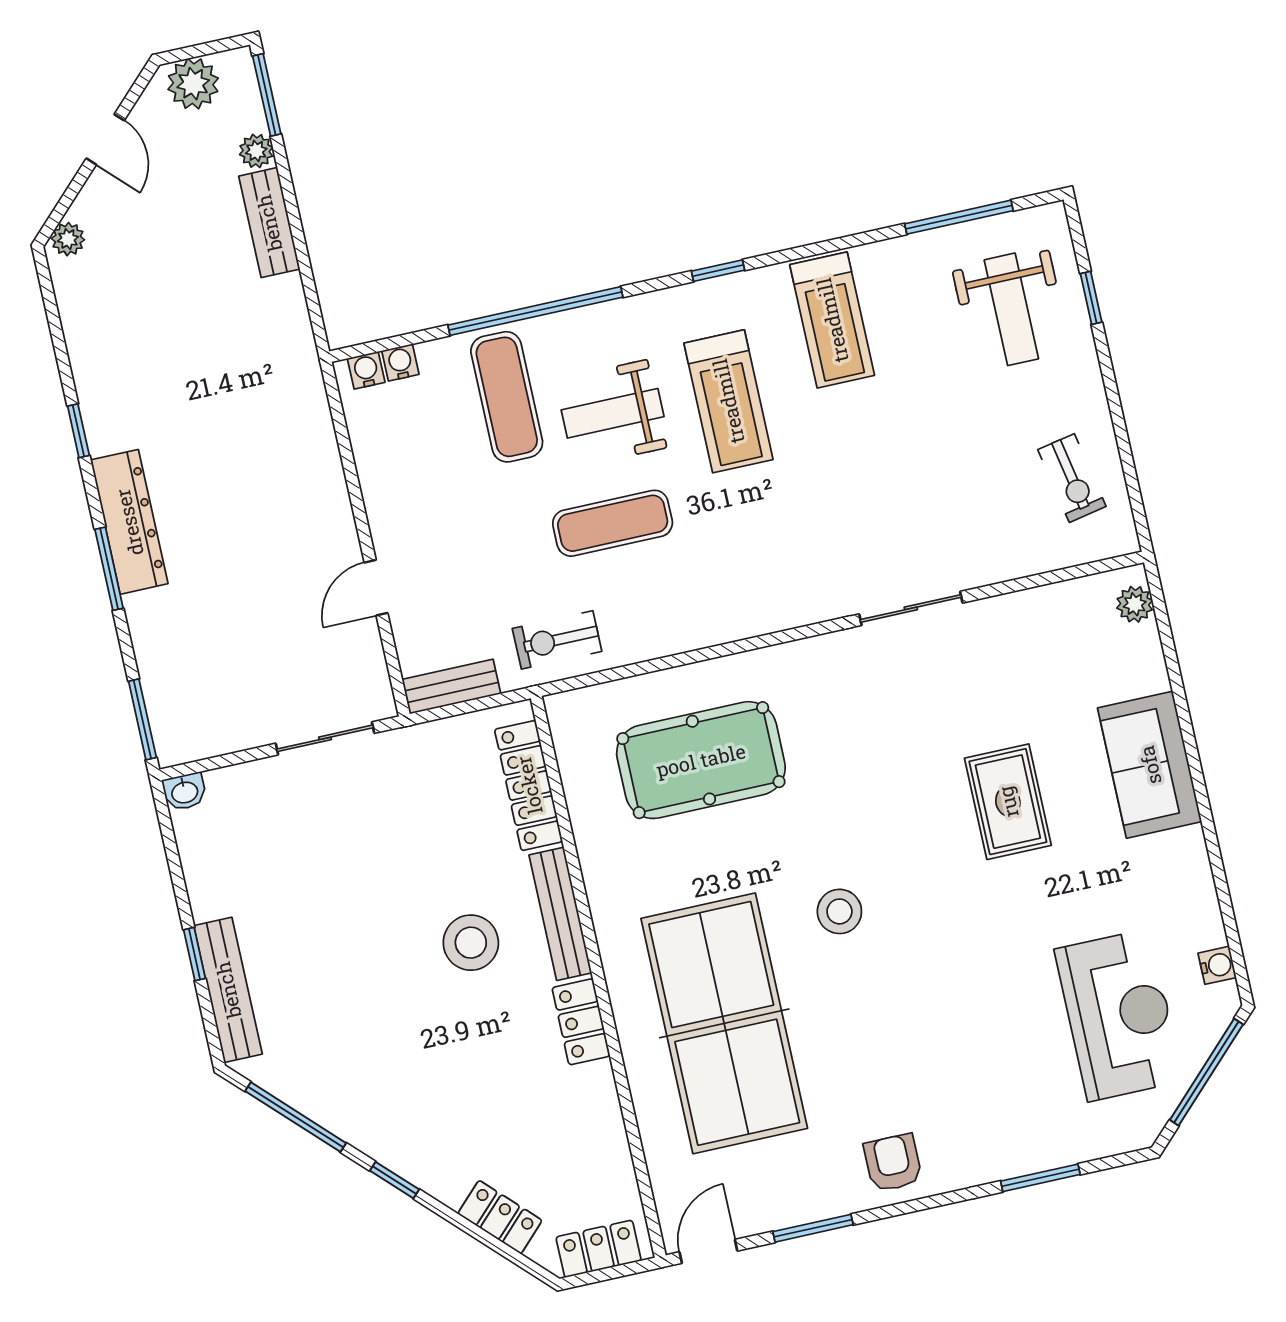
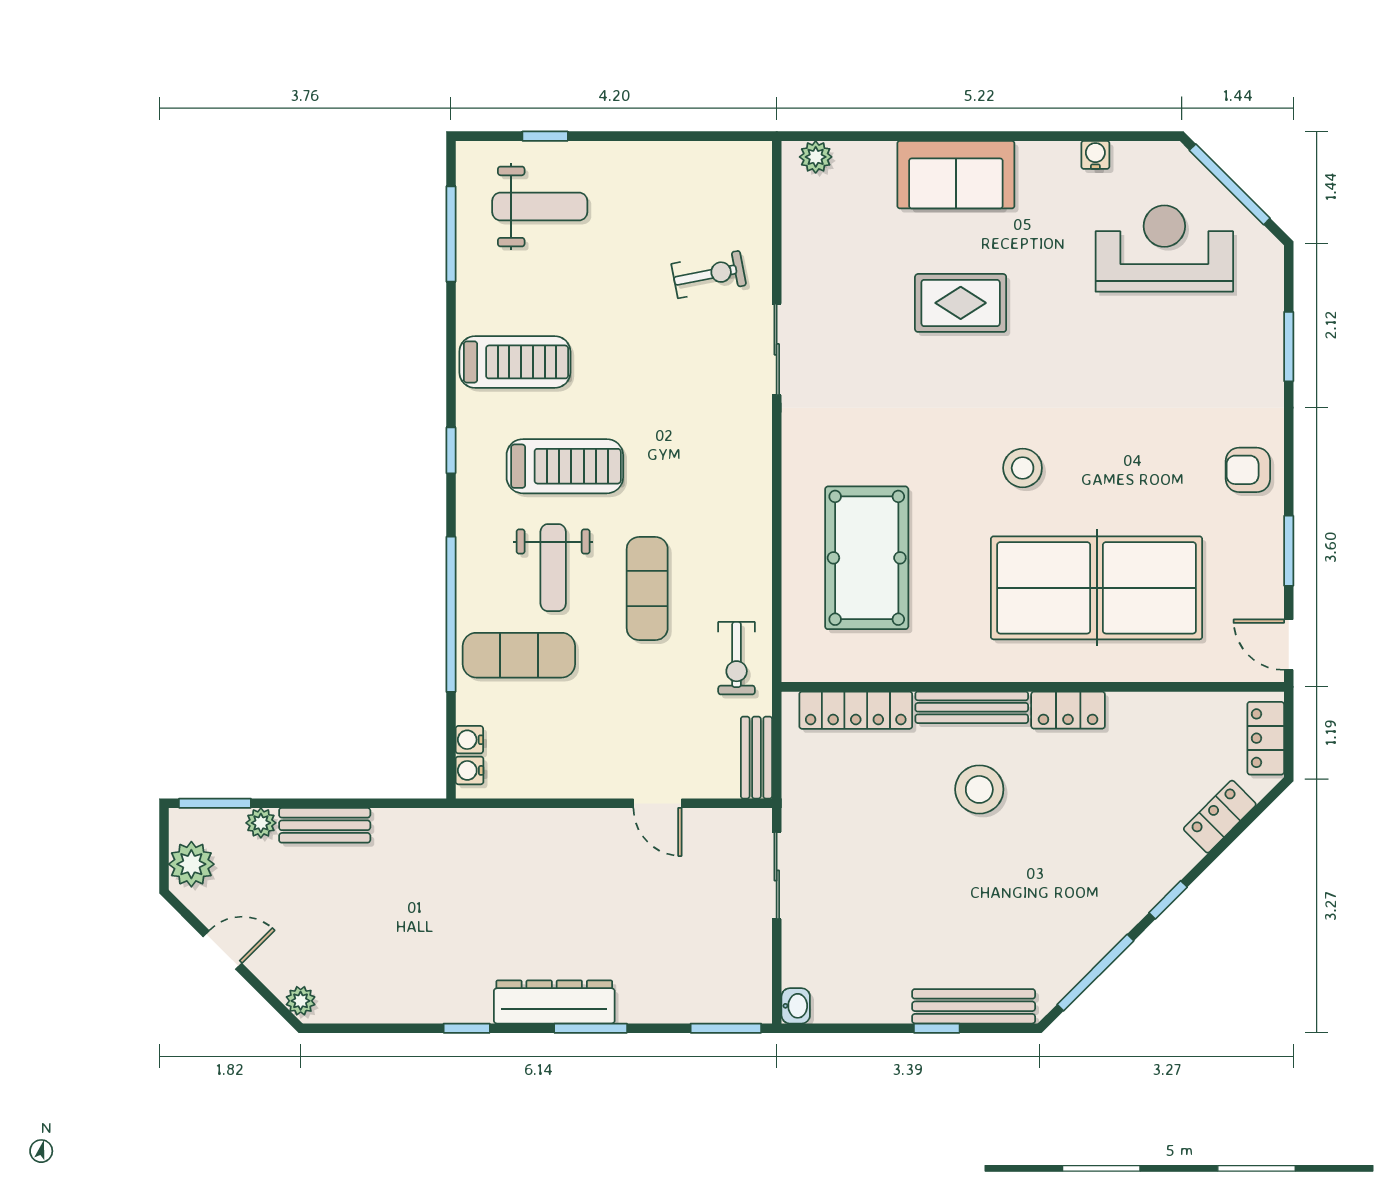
exercise bike: (1072, 478) -> (709, 274), moved
water cooler: (1217, 965) -> (1095, 155), moved

